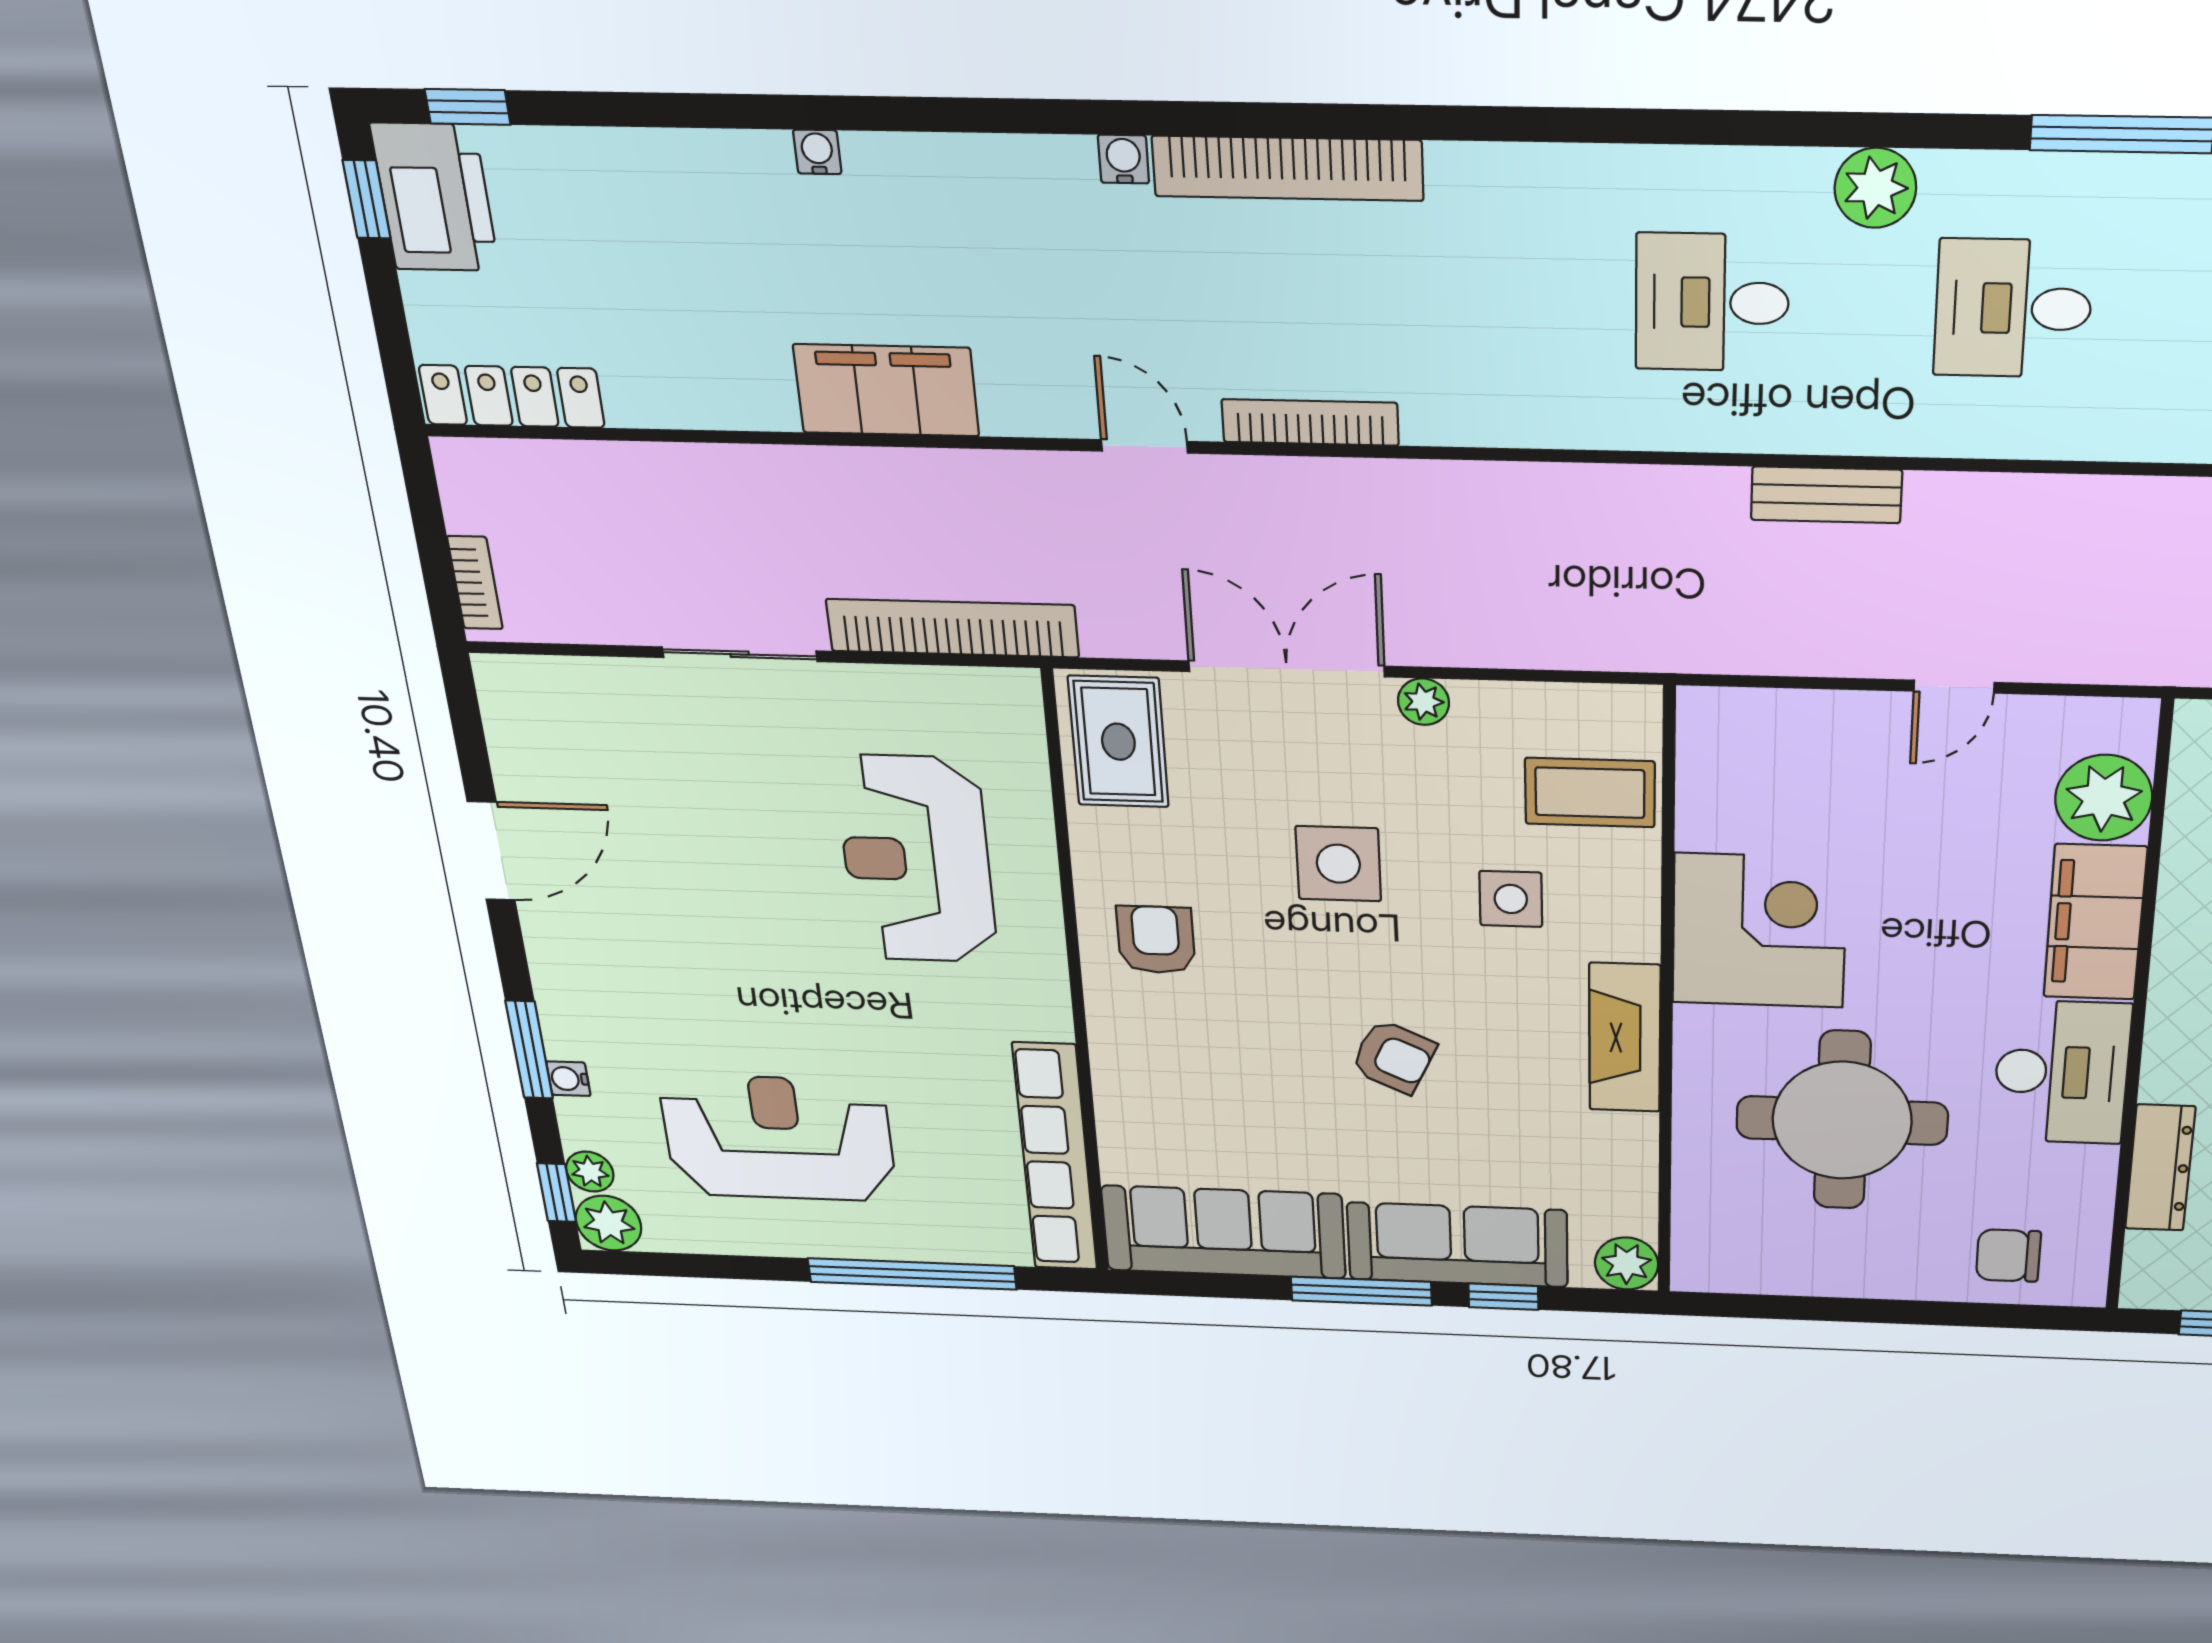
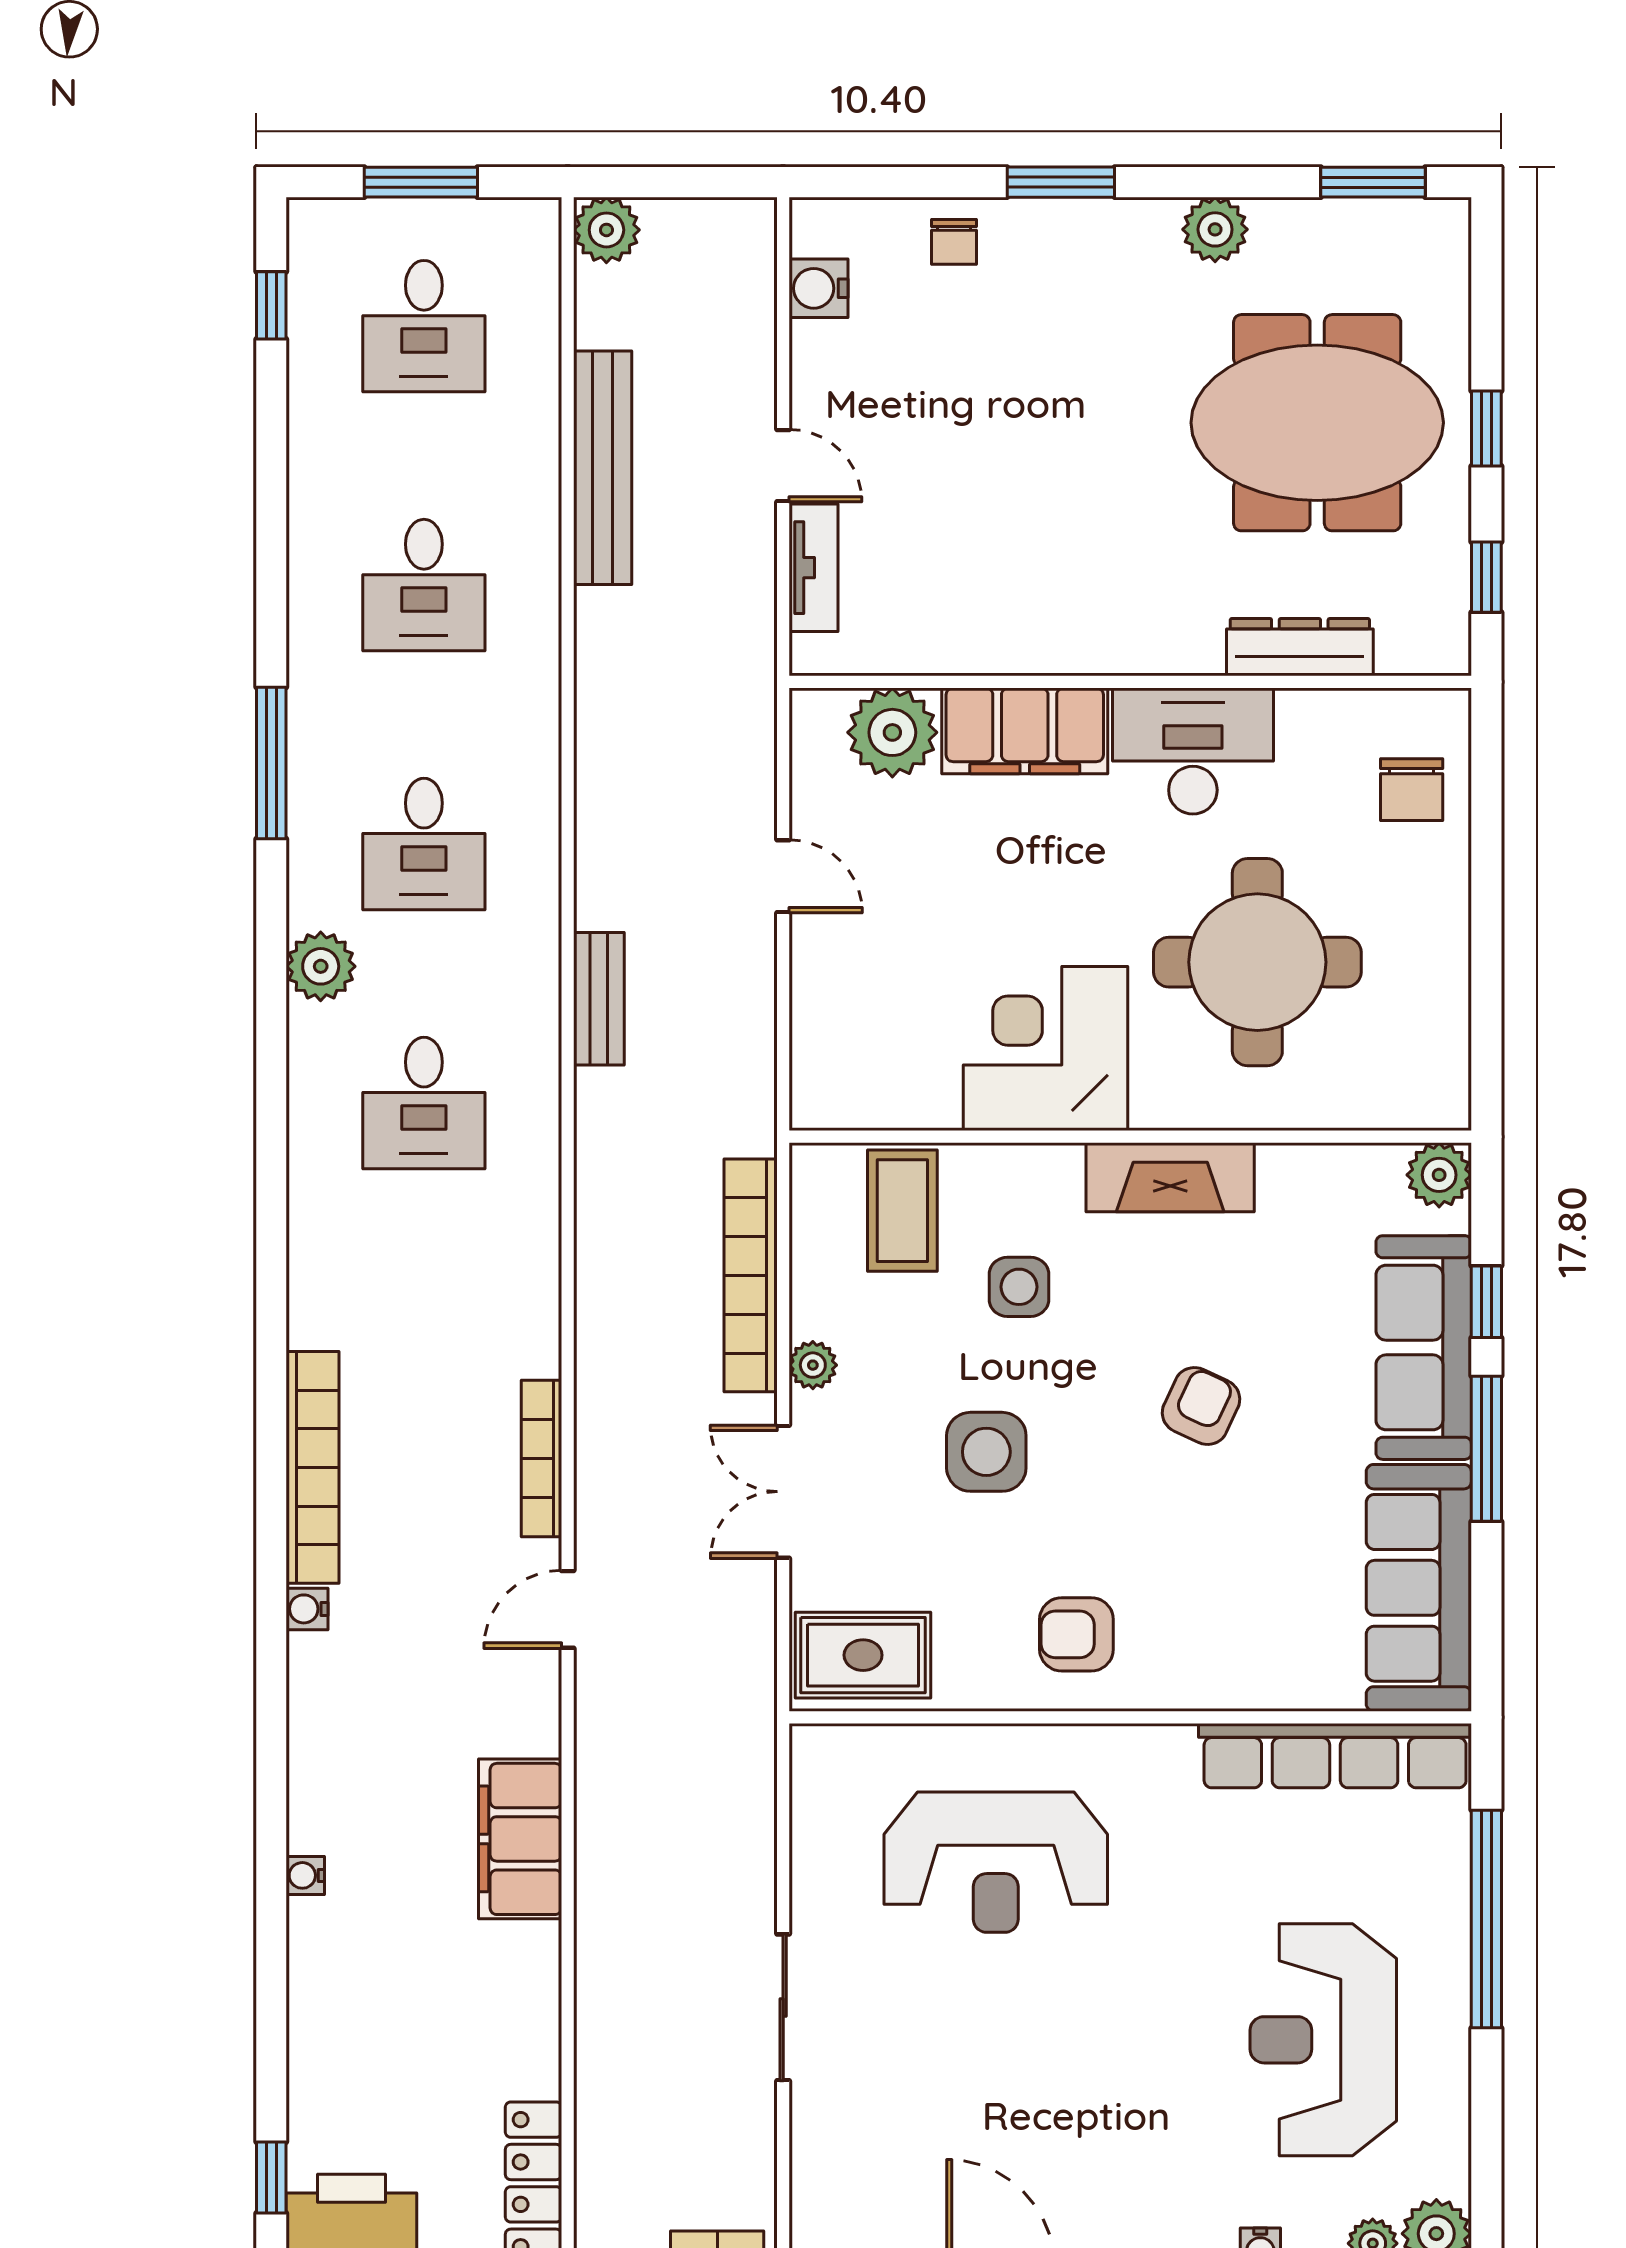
bookcase: (953, 628) -> (751, 1275), moved
double door: (1287, 669) -> (783, 1492), width x0.73

